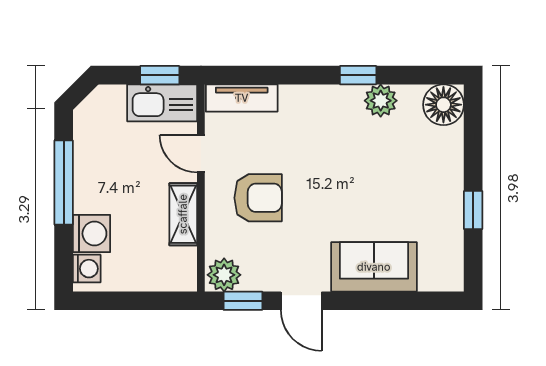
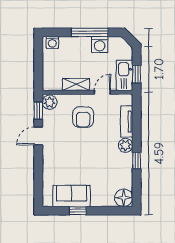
tv unit: (242, 98) -> (127, 122), moved
plant: (381, 101) -> (125, 145), moved
washing machine: (91, 234) -> (100, 45), moved
sofa: (374, 267) -> (72, 196), moved, turned -90

